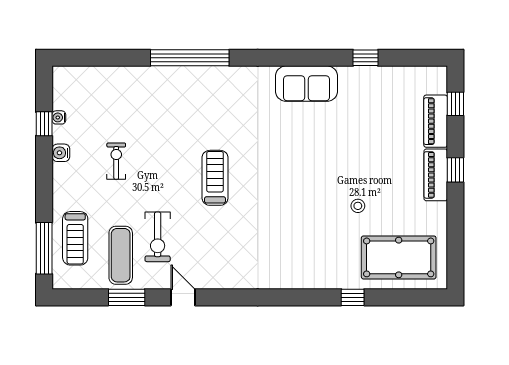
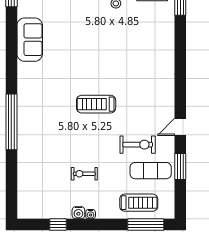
water cooler: (59, 117) -> (91, 214), moved

